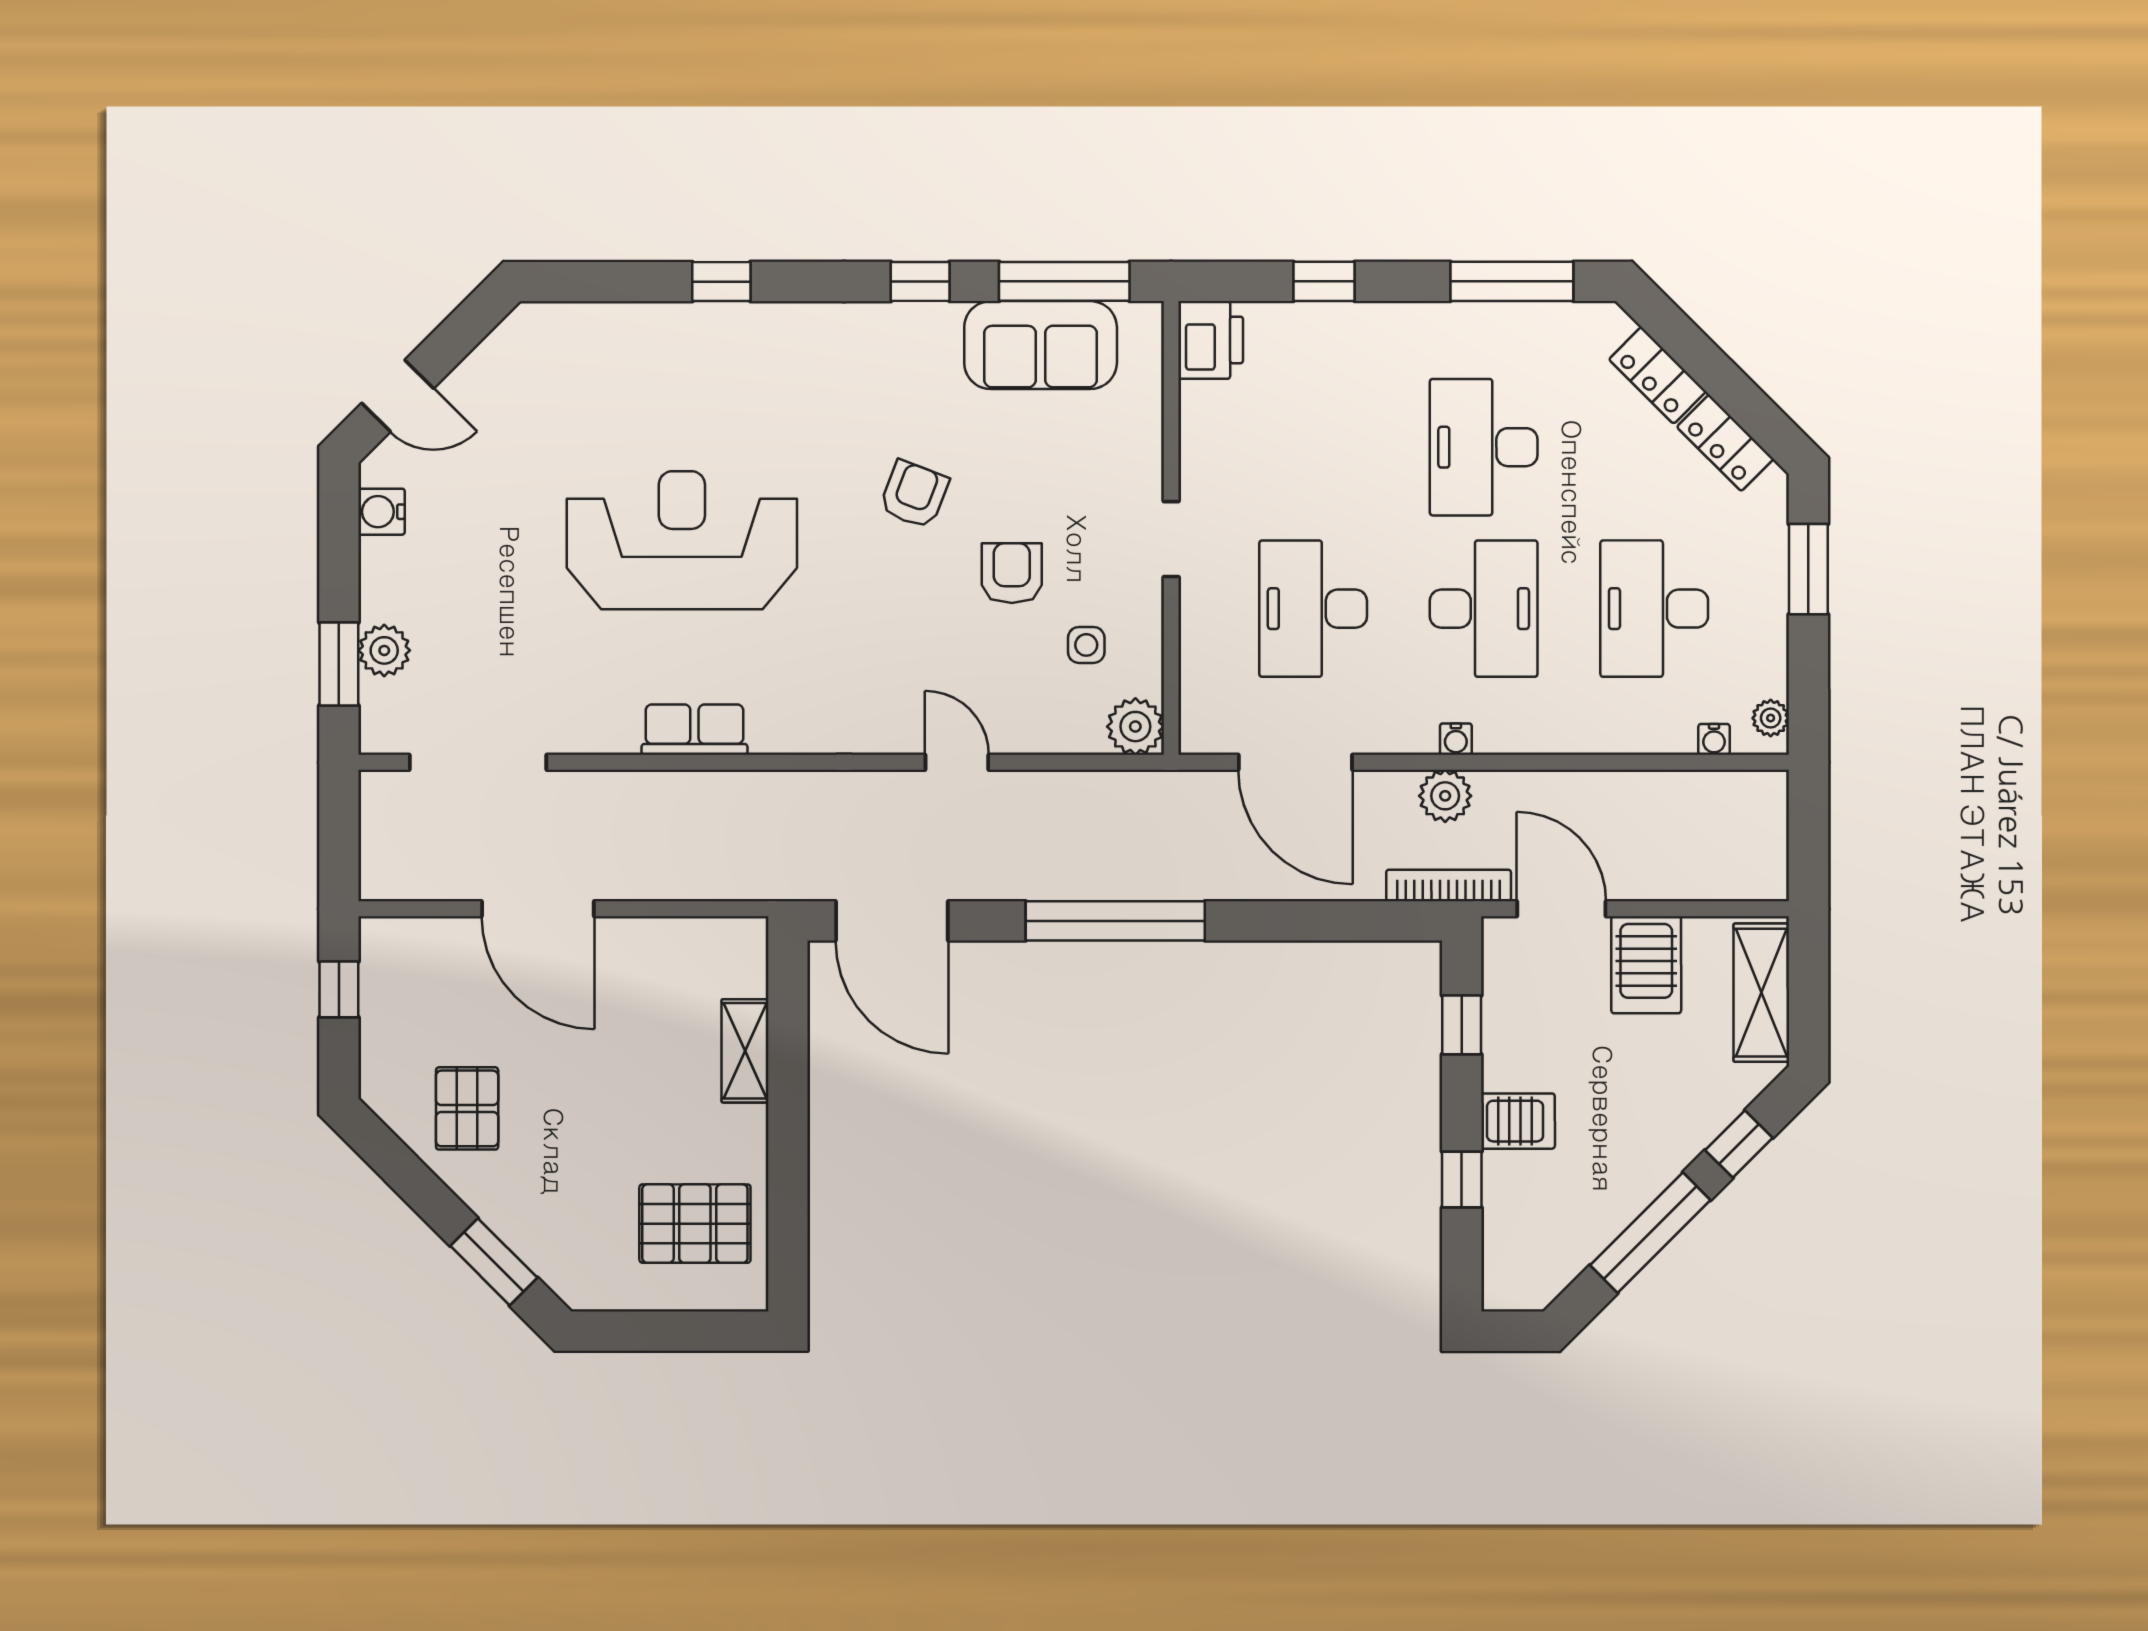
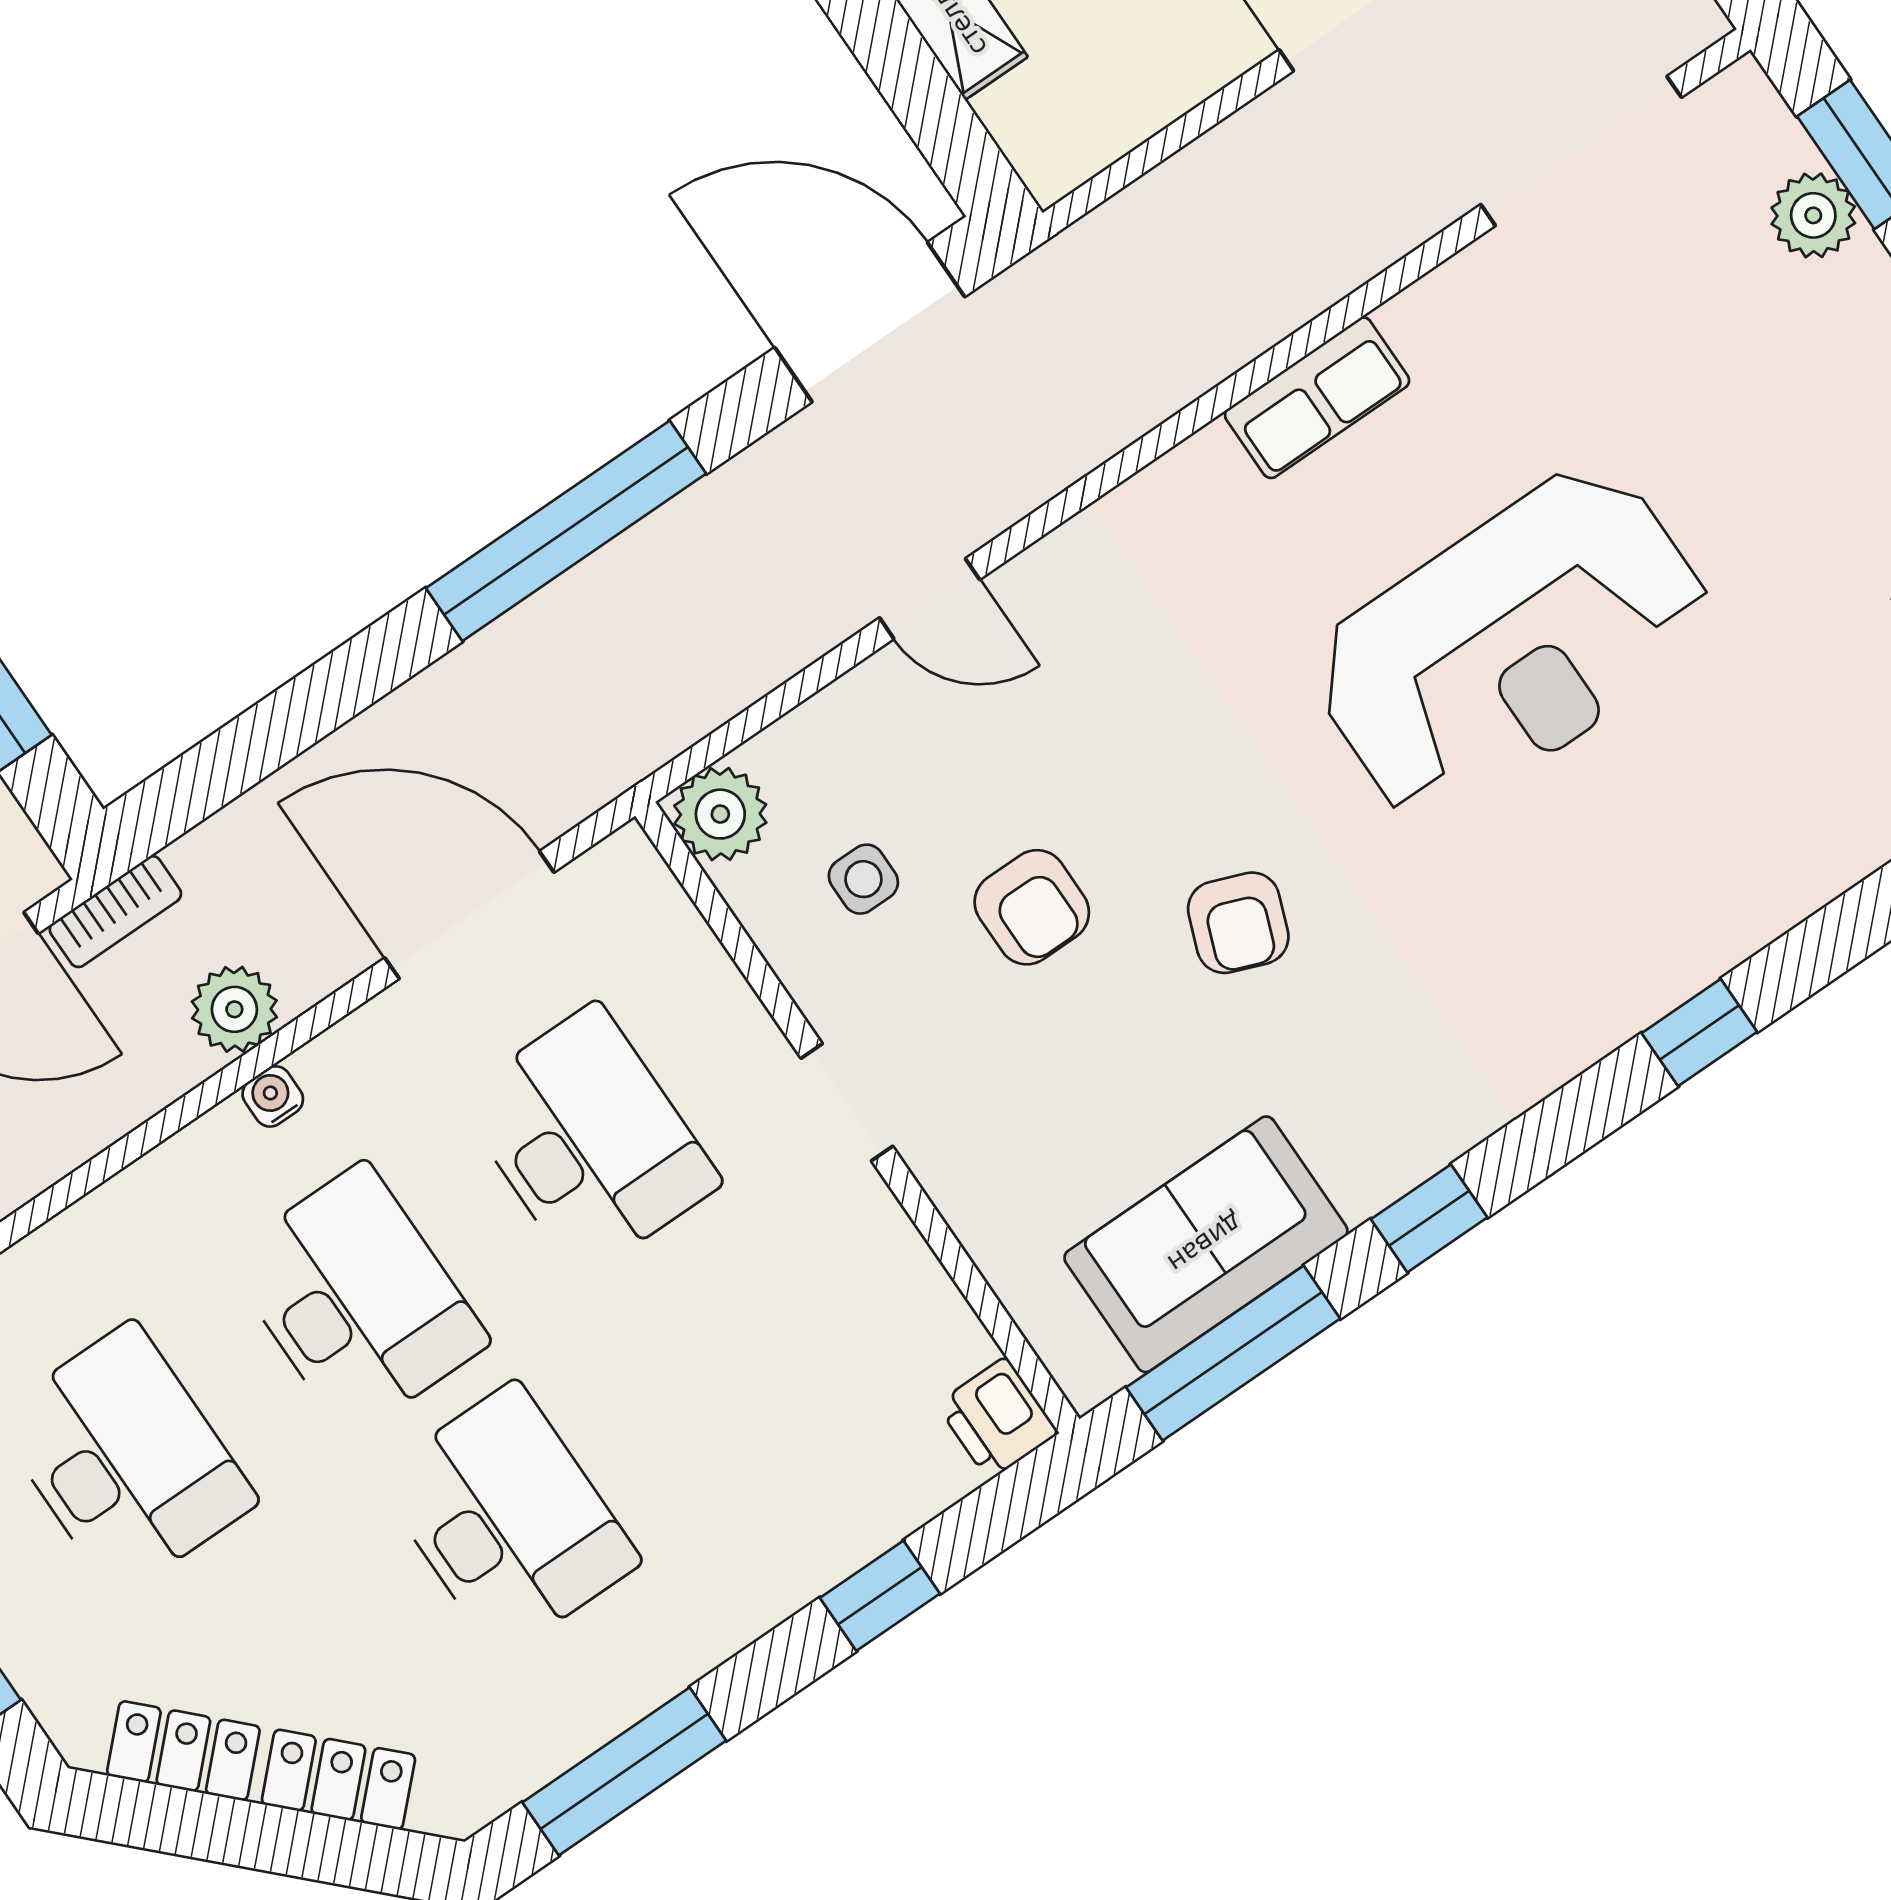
printer: (1211, 340) -> (997, 1419), width x0.73, depth x0.81
desk: (1484, 609) -> (357, 1300), turned 180
bookcase: (1449, 885) -> (115, 912), width x0.64

